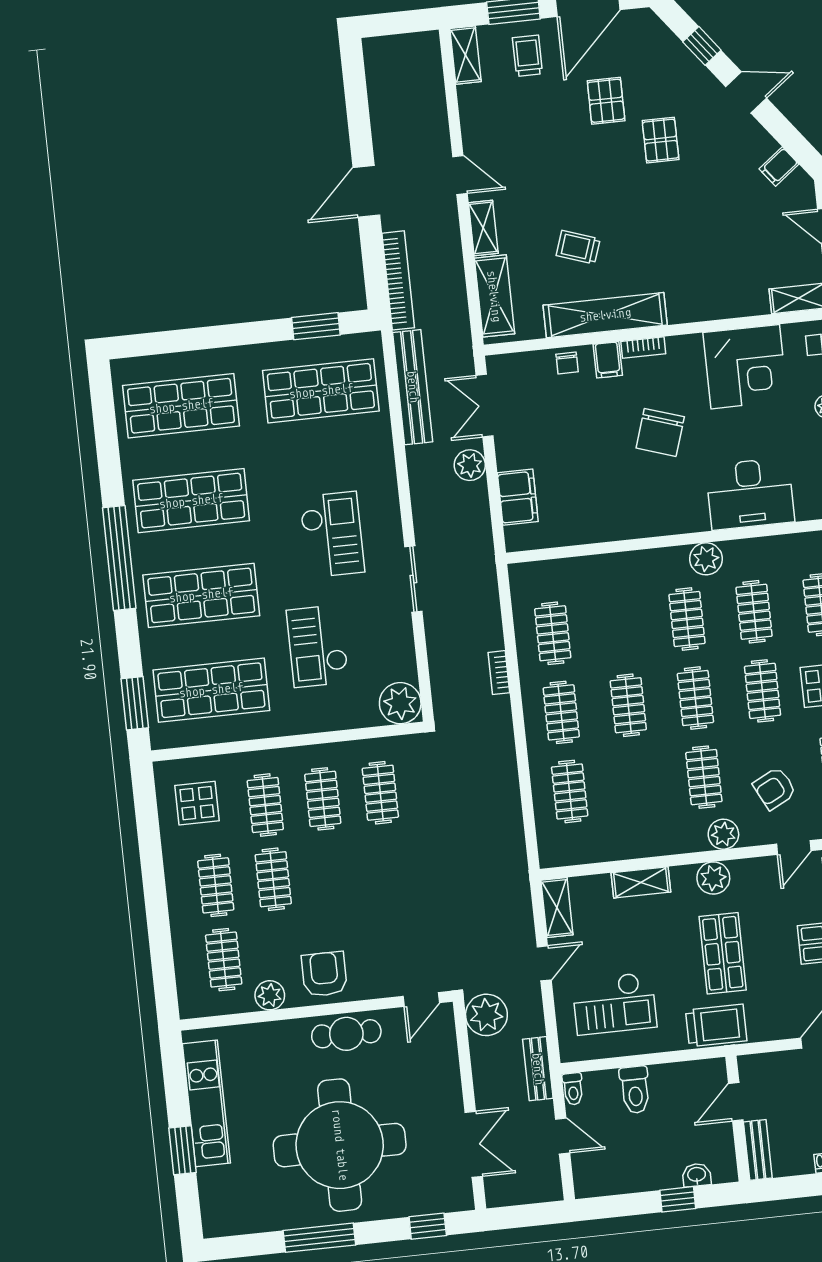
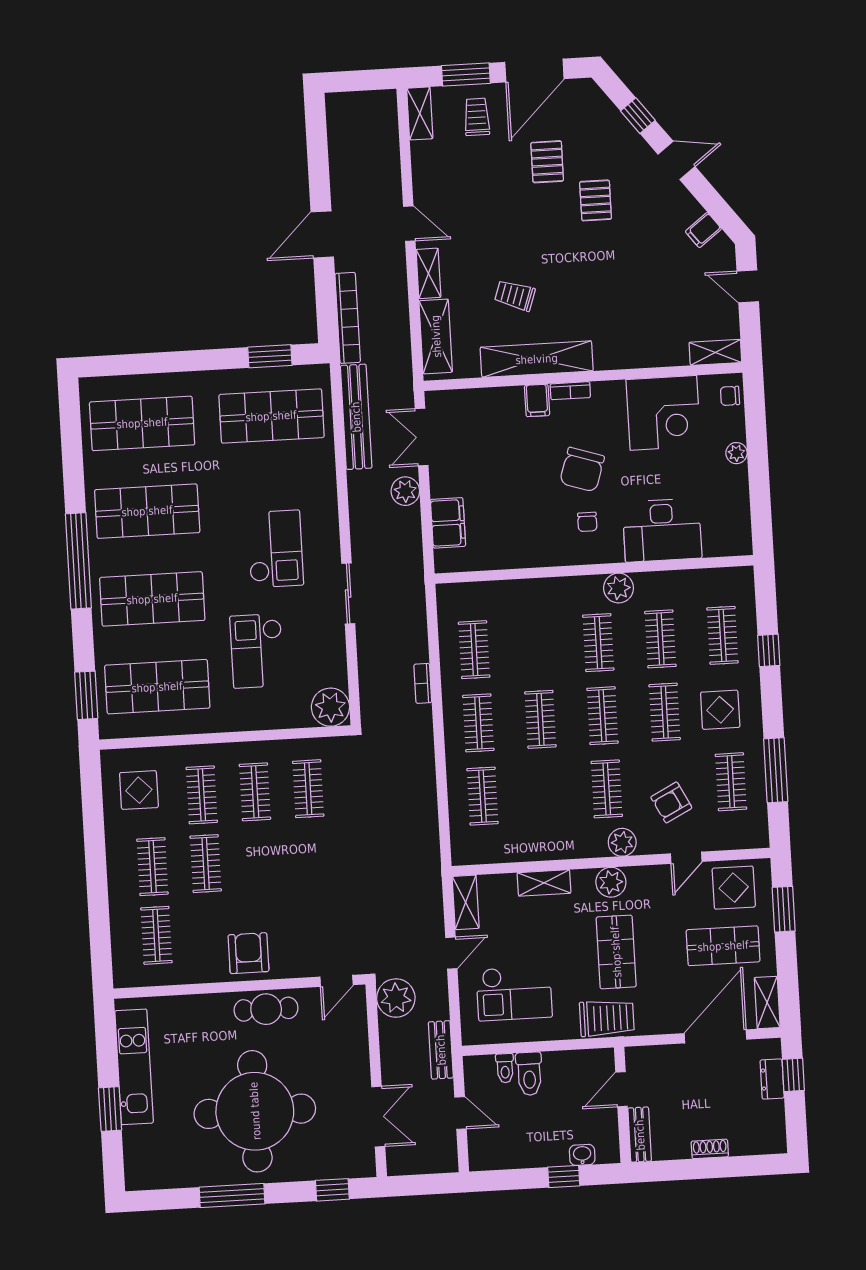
chair: (567, 363) -> (587, 522), moved
plant: (270, 995) -> (197, 970), removed
toilet: (573, 1089) -> (505, 1068), moved

